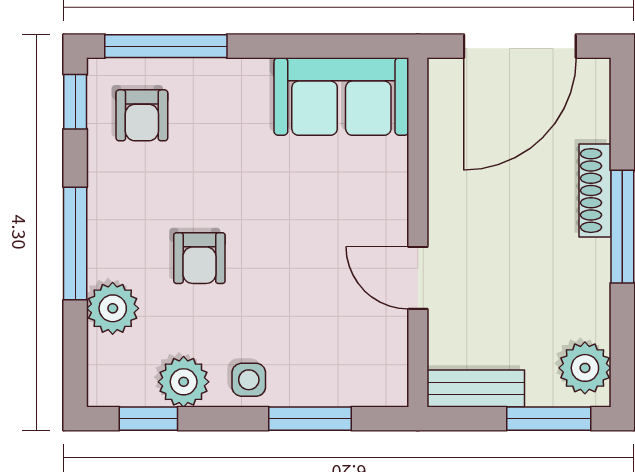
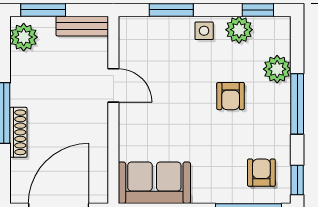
armchair: (199, 258) -> (231, 96), turned 180

